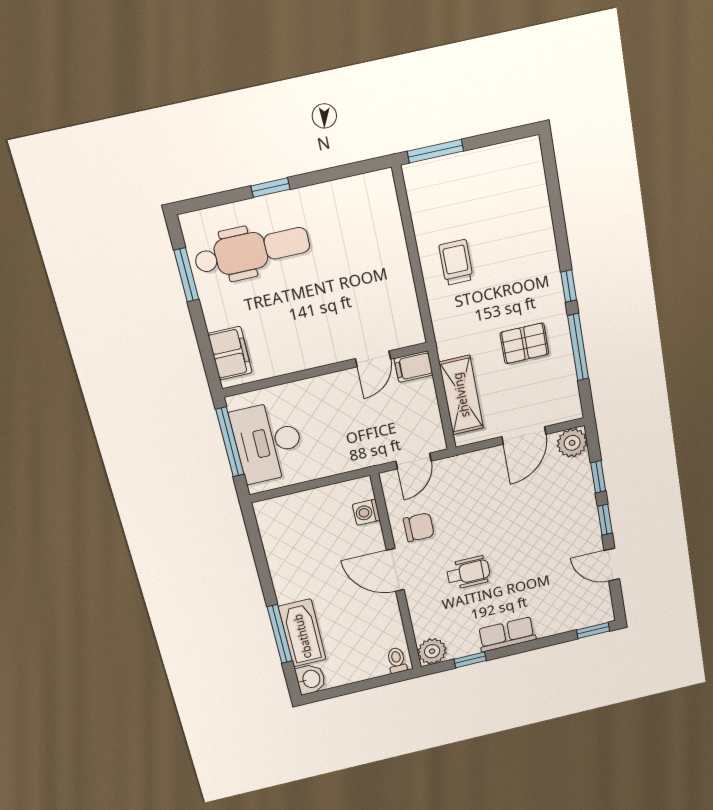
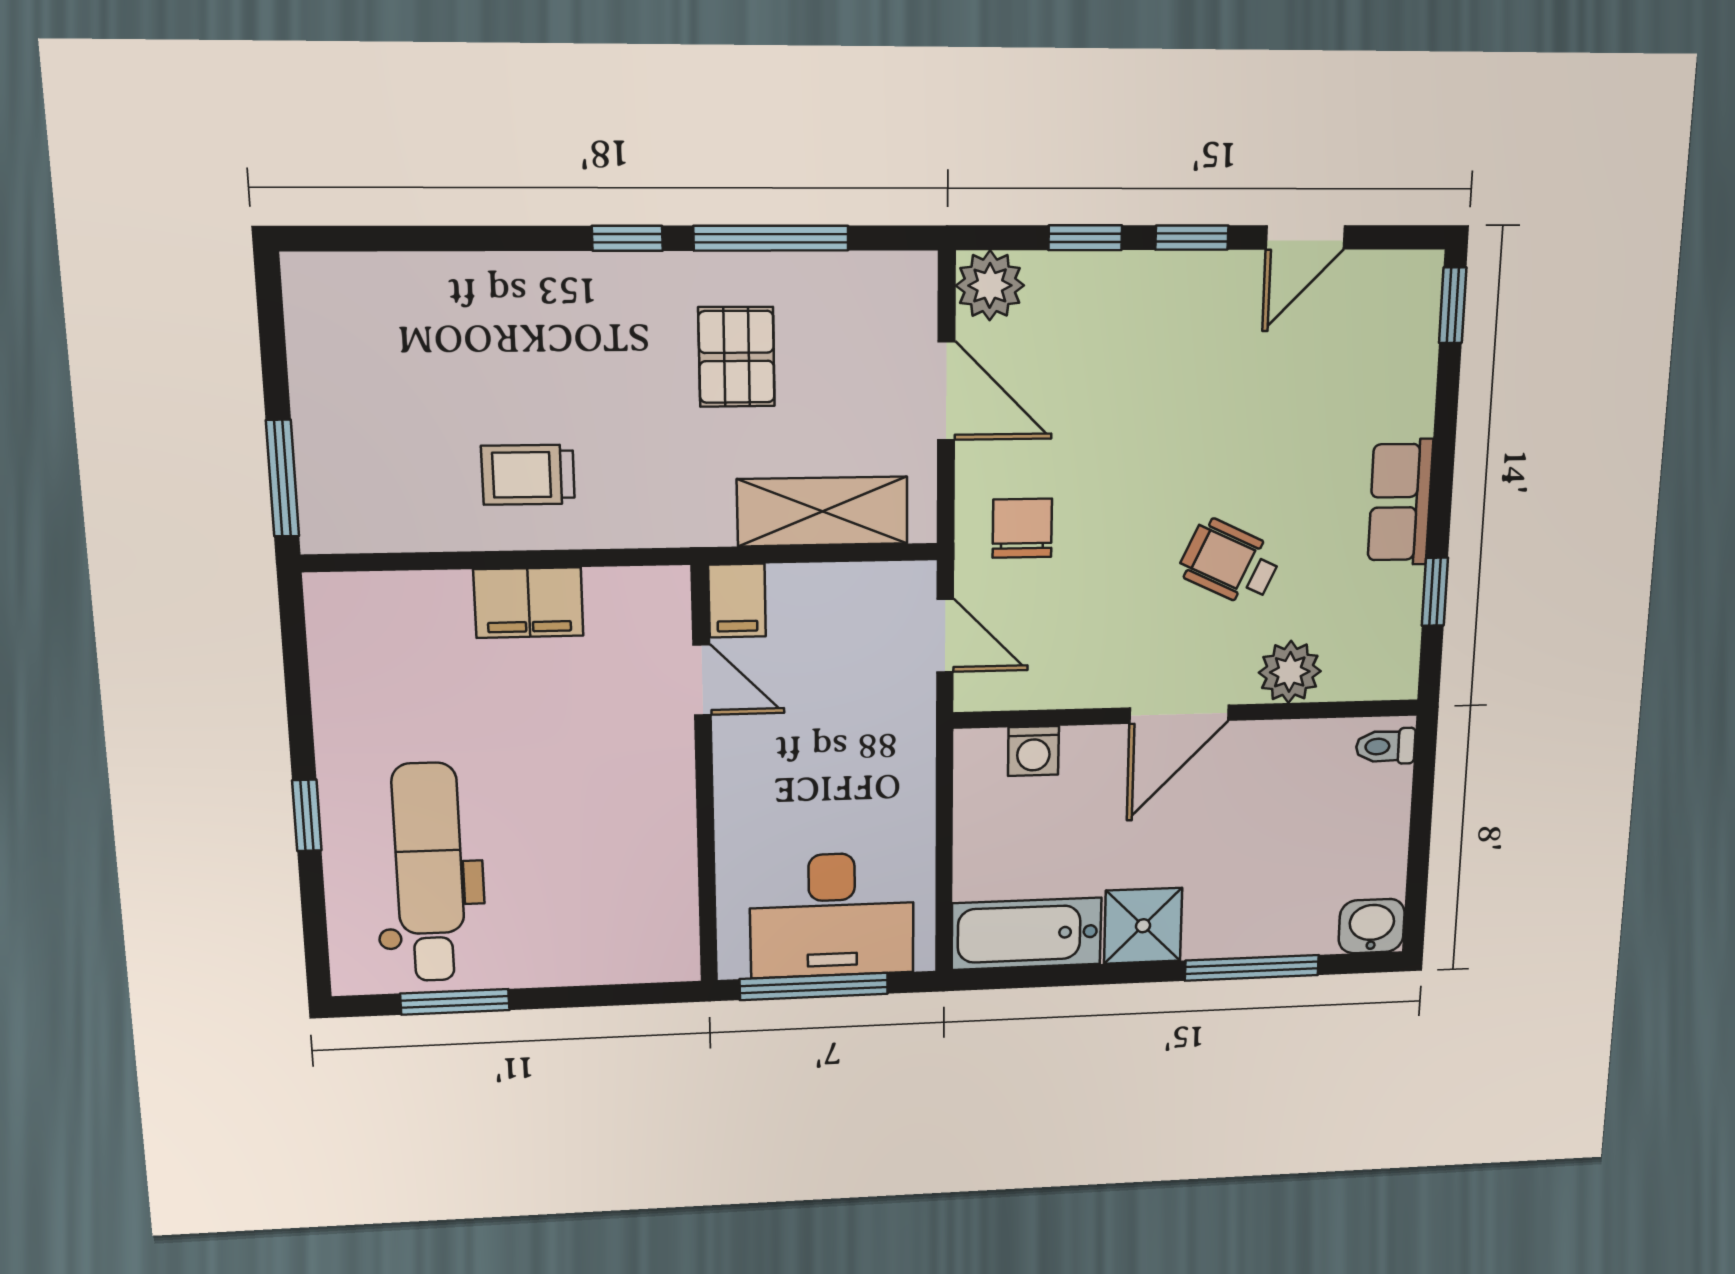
filing cabinet: (230, 353) -> (529, 603), moved, turned 180
chair: (419, 527) -> (1022, 528), moved
wheelchair: (468, 573) -> (1230, 562), turned -65
shower: (291, 581) -> (1143, 926), added
bathtub: (302, 633) -> (1027, 934), moved
plant: (432, 651) -> (1290, 672), moved

